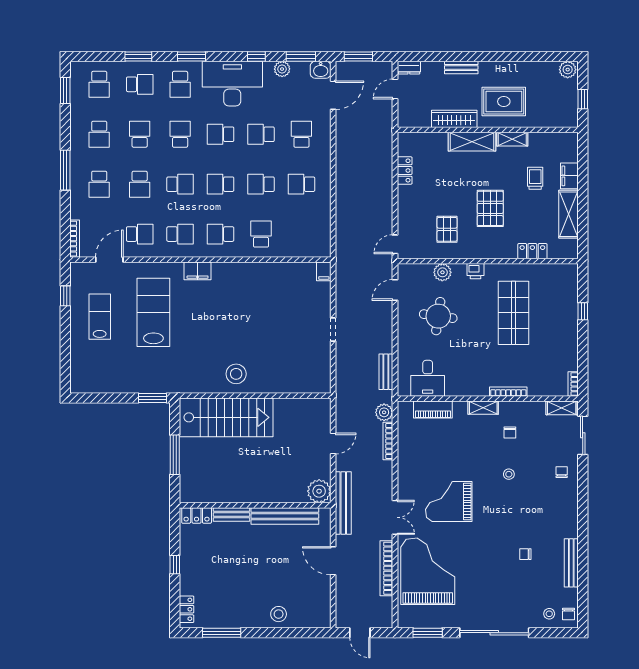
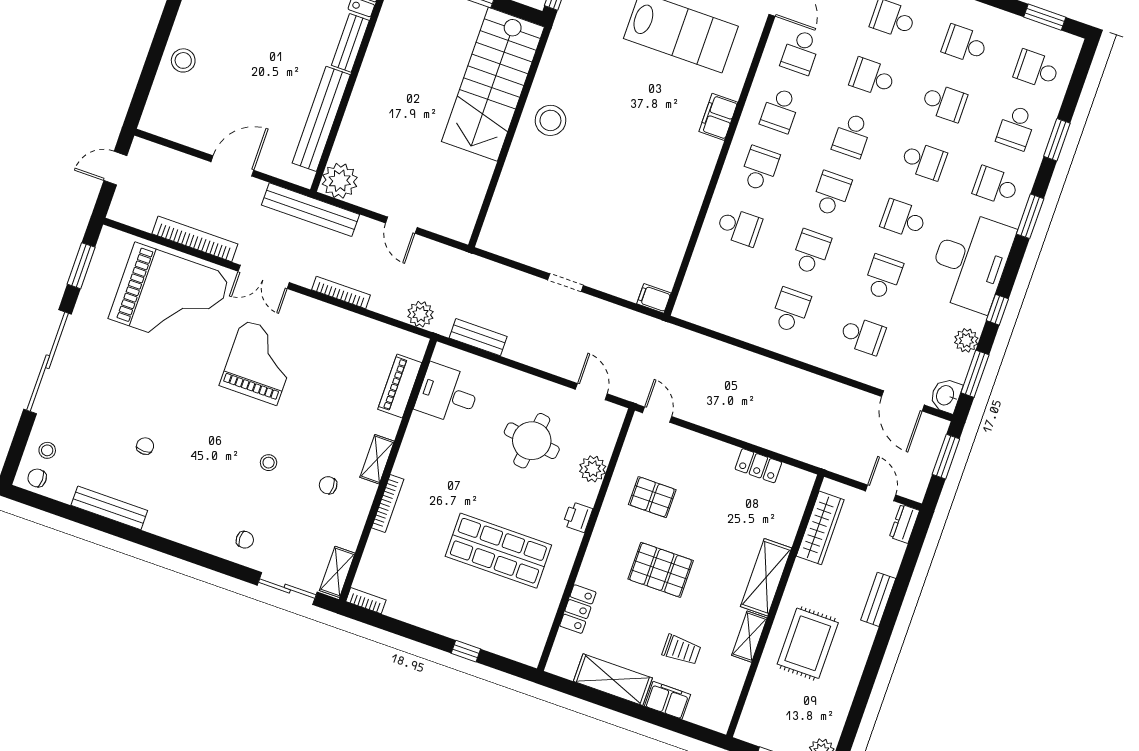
wardrobe: (454, 119) -> (820, 528), moved
school desk: (221, 134) -> (903, 219), turned -90
bookcase: (388, 441) -> (341, 292), moved

